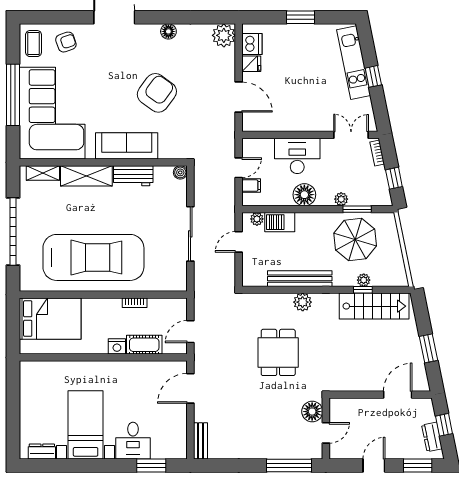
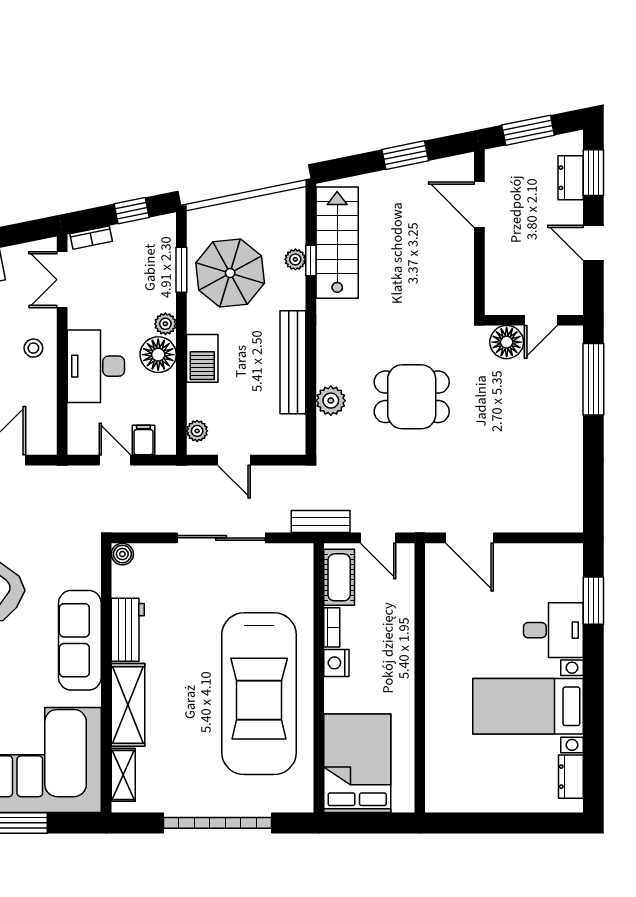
stool: (308, 117) -> (33, 348), added
plant: (341, 199) -> (165, 324), moved
barbecue: (280, 222) -> (202, 358), moved
car: (93, 257) -> (259, 694), turned 180
plant: (303, 302) -> (331, 401), moved
cot: (144, 345) -> (339, 577), moved
nightstand: (117, 346) -> (336, 663), moved, turned 180
window: (444, 425) -> (528, 130), width x1.50
door: (326, 433) -> (541, 320), swing flipped
dresser: (432, 437) -> (571, 178), moved, turned 101
bench: (201, 441) -> (321, 522), moved

